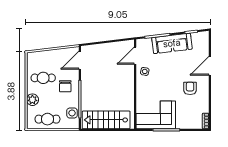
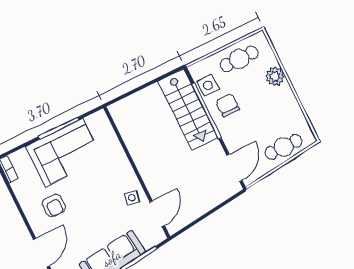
cafe table: (43, 78) -> (284, 147), moved
chair: (65, 86) -> (228, 105), moved
corner sofa: (156, 115) -> (64, 153), moved
stairs: (106, 120) -> (188, 109), moved, turned 90

